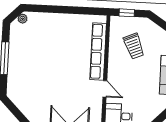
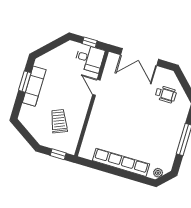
row of seats: (98, 51) -> (121, 162), moved, turned -90
wheelchair: (34, 99) -> (166, 94), added

